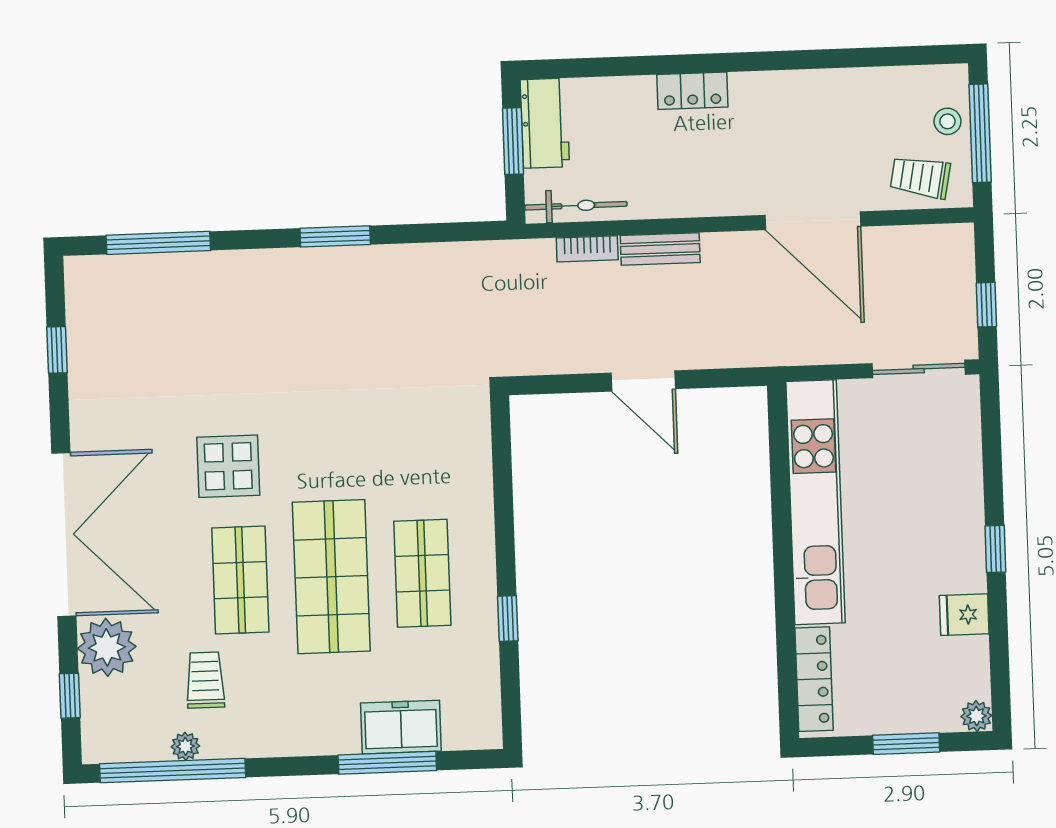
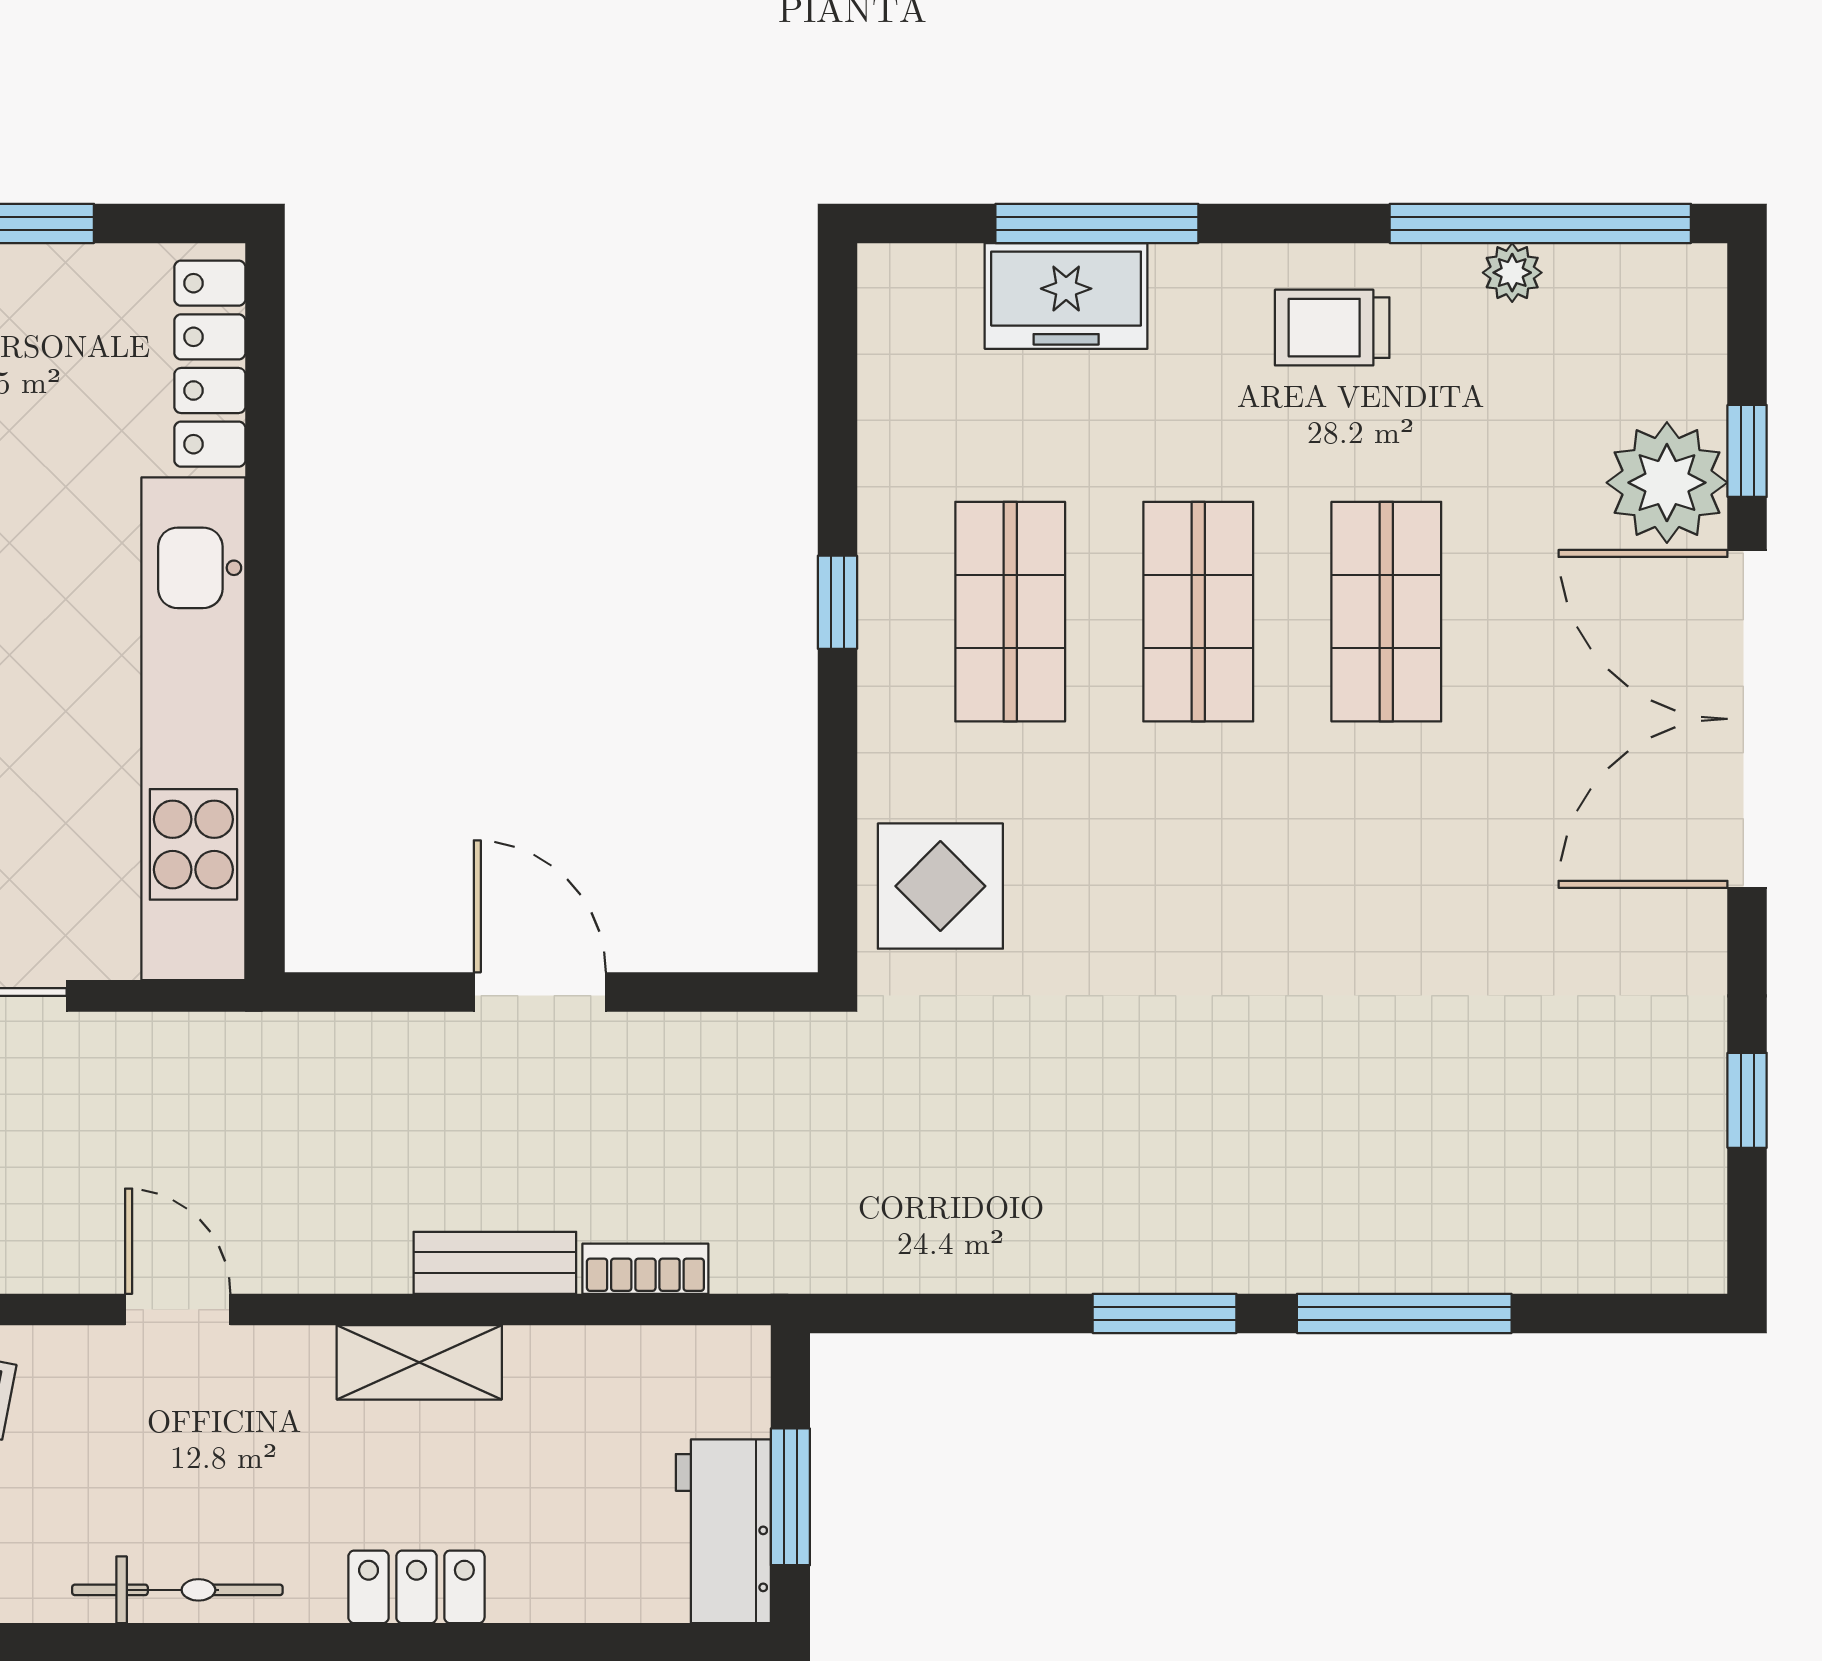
shelving: (695, 200) -> (419, 1362), added
bicycle: (576, 206) -> (177, 1590), moved, turned 180
door: (813, 221) -> (178, 1310), width x0.53
window: (158, 243) -> (1404, 1313), moved
display table: (228, 466) -> (940, 886), moved
shop shelf: (331, 577) -> (1198, 612), width x0.70, depth x0.74
window: (508, 618) -> (837, 602), moved
trolley: (205, 680) -> (1332, 328), moved, turned 90
window: (70, 696) -> (1747, 451), moved

